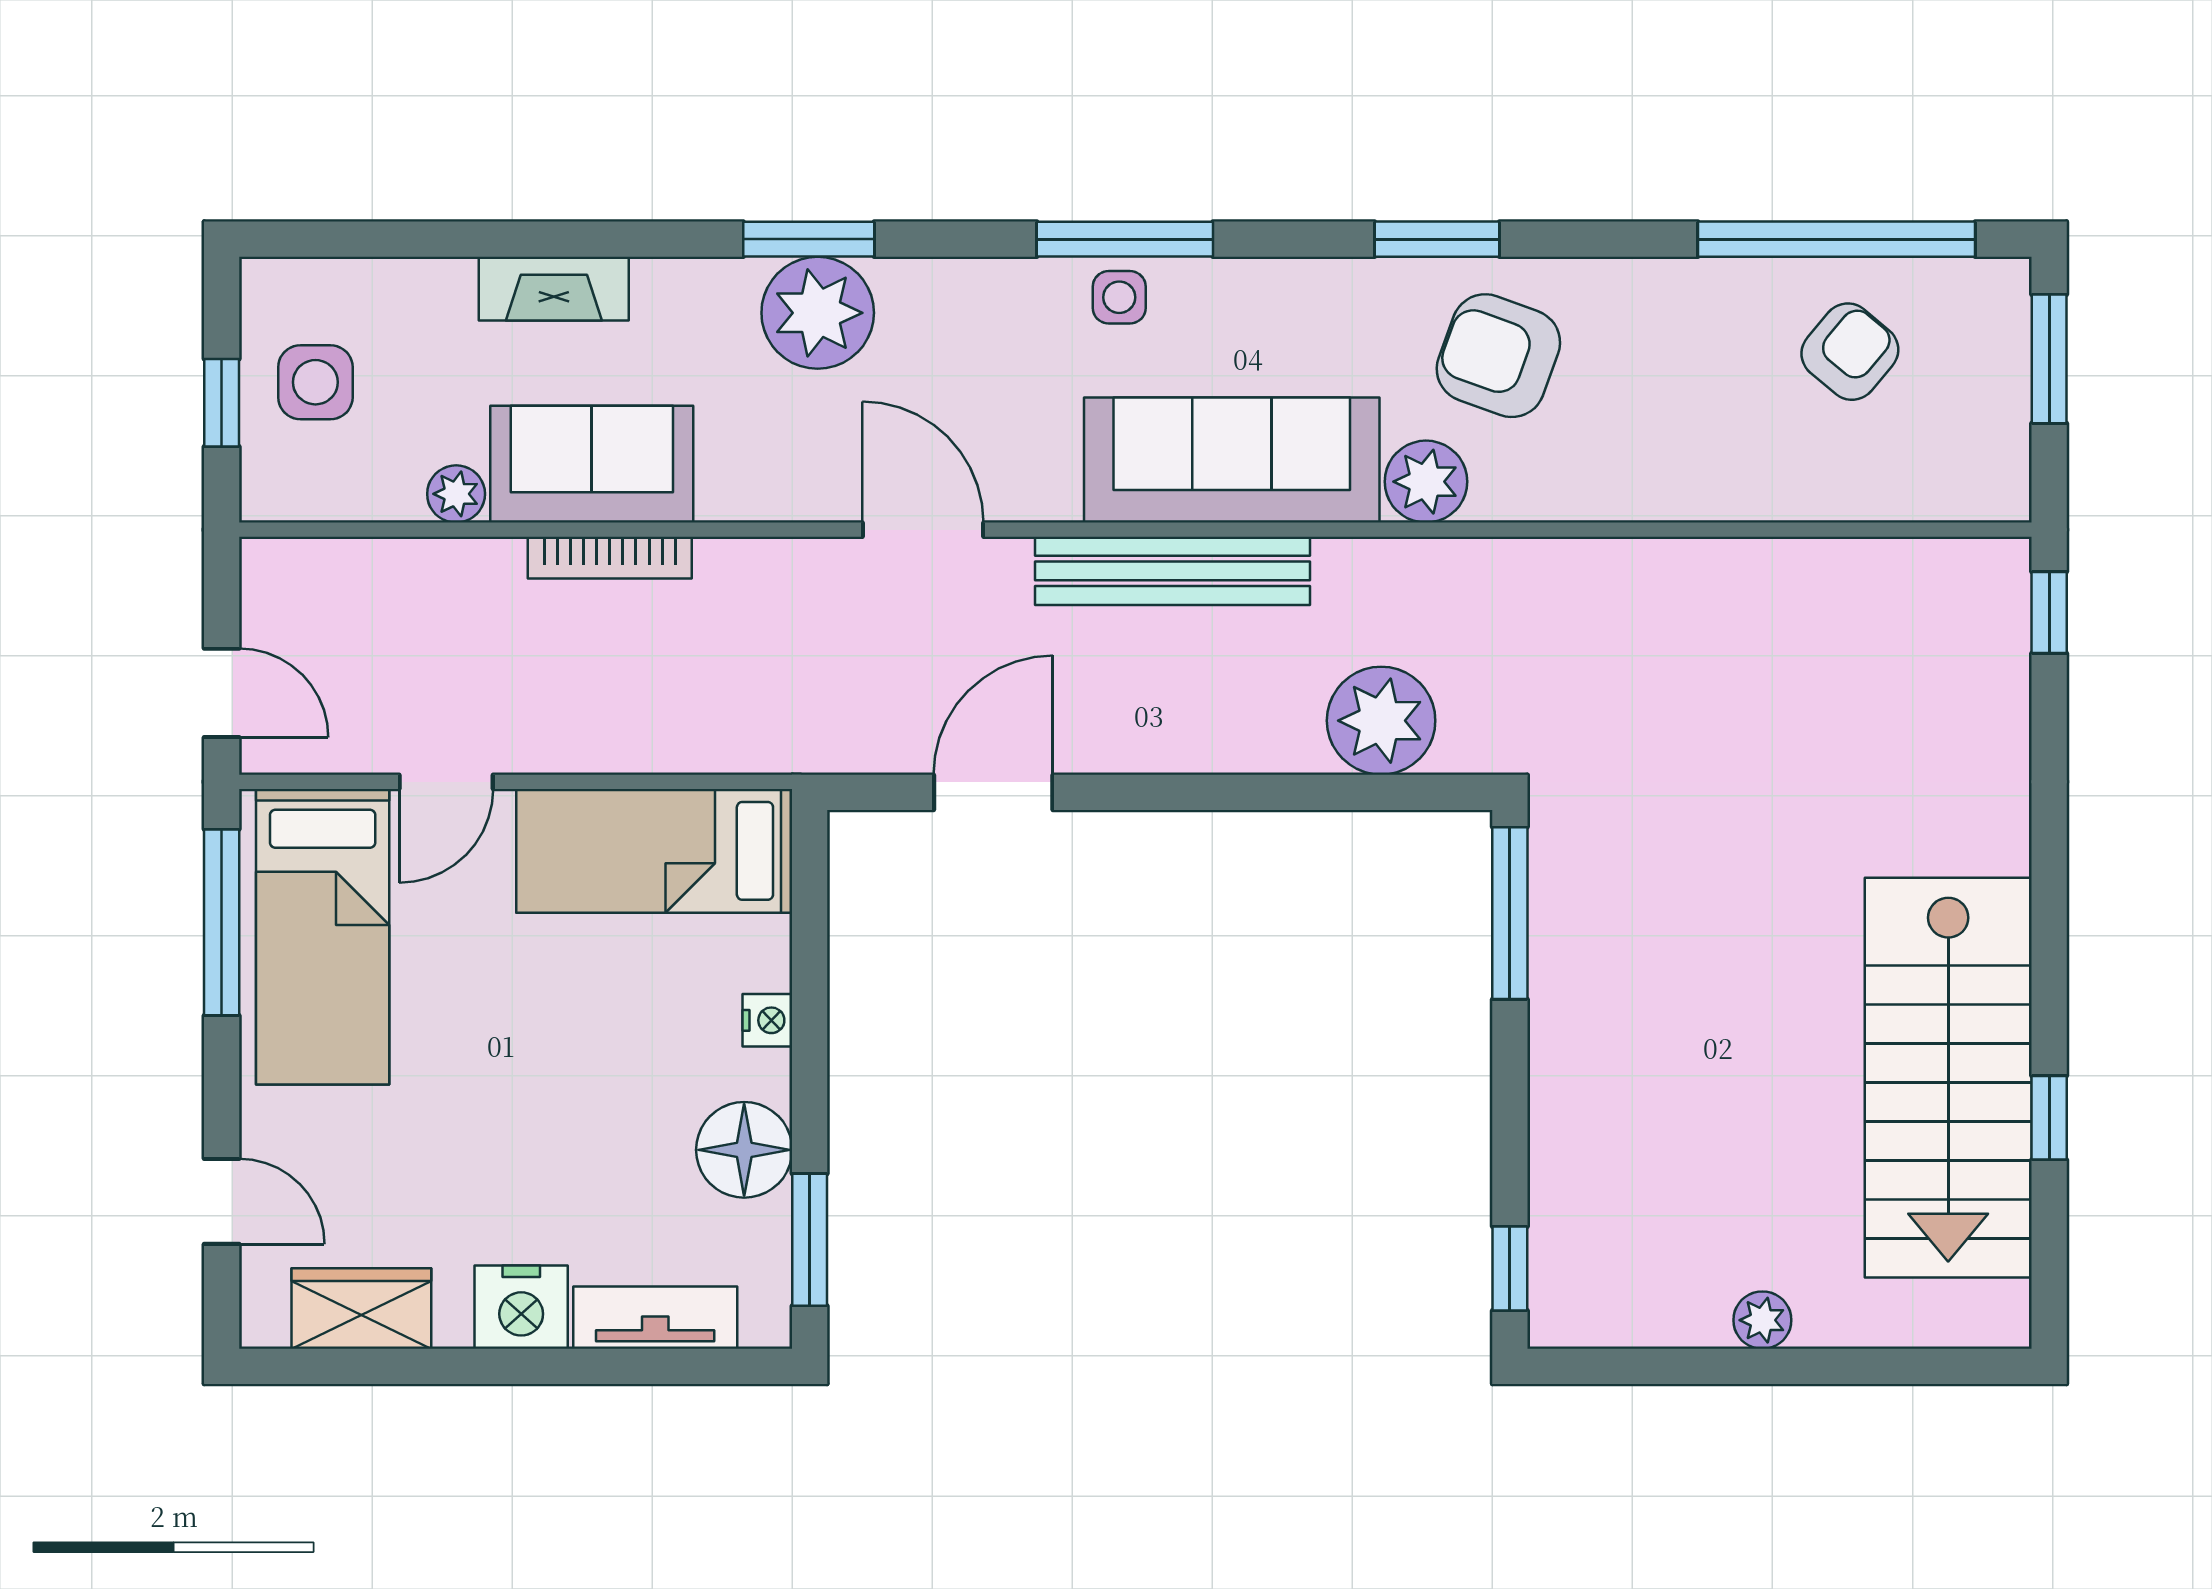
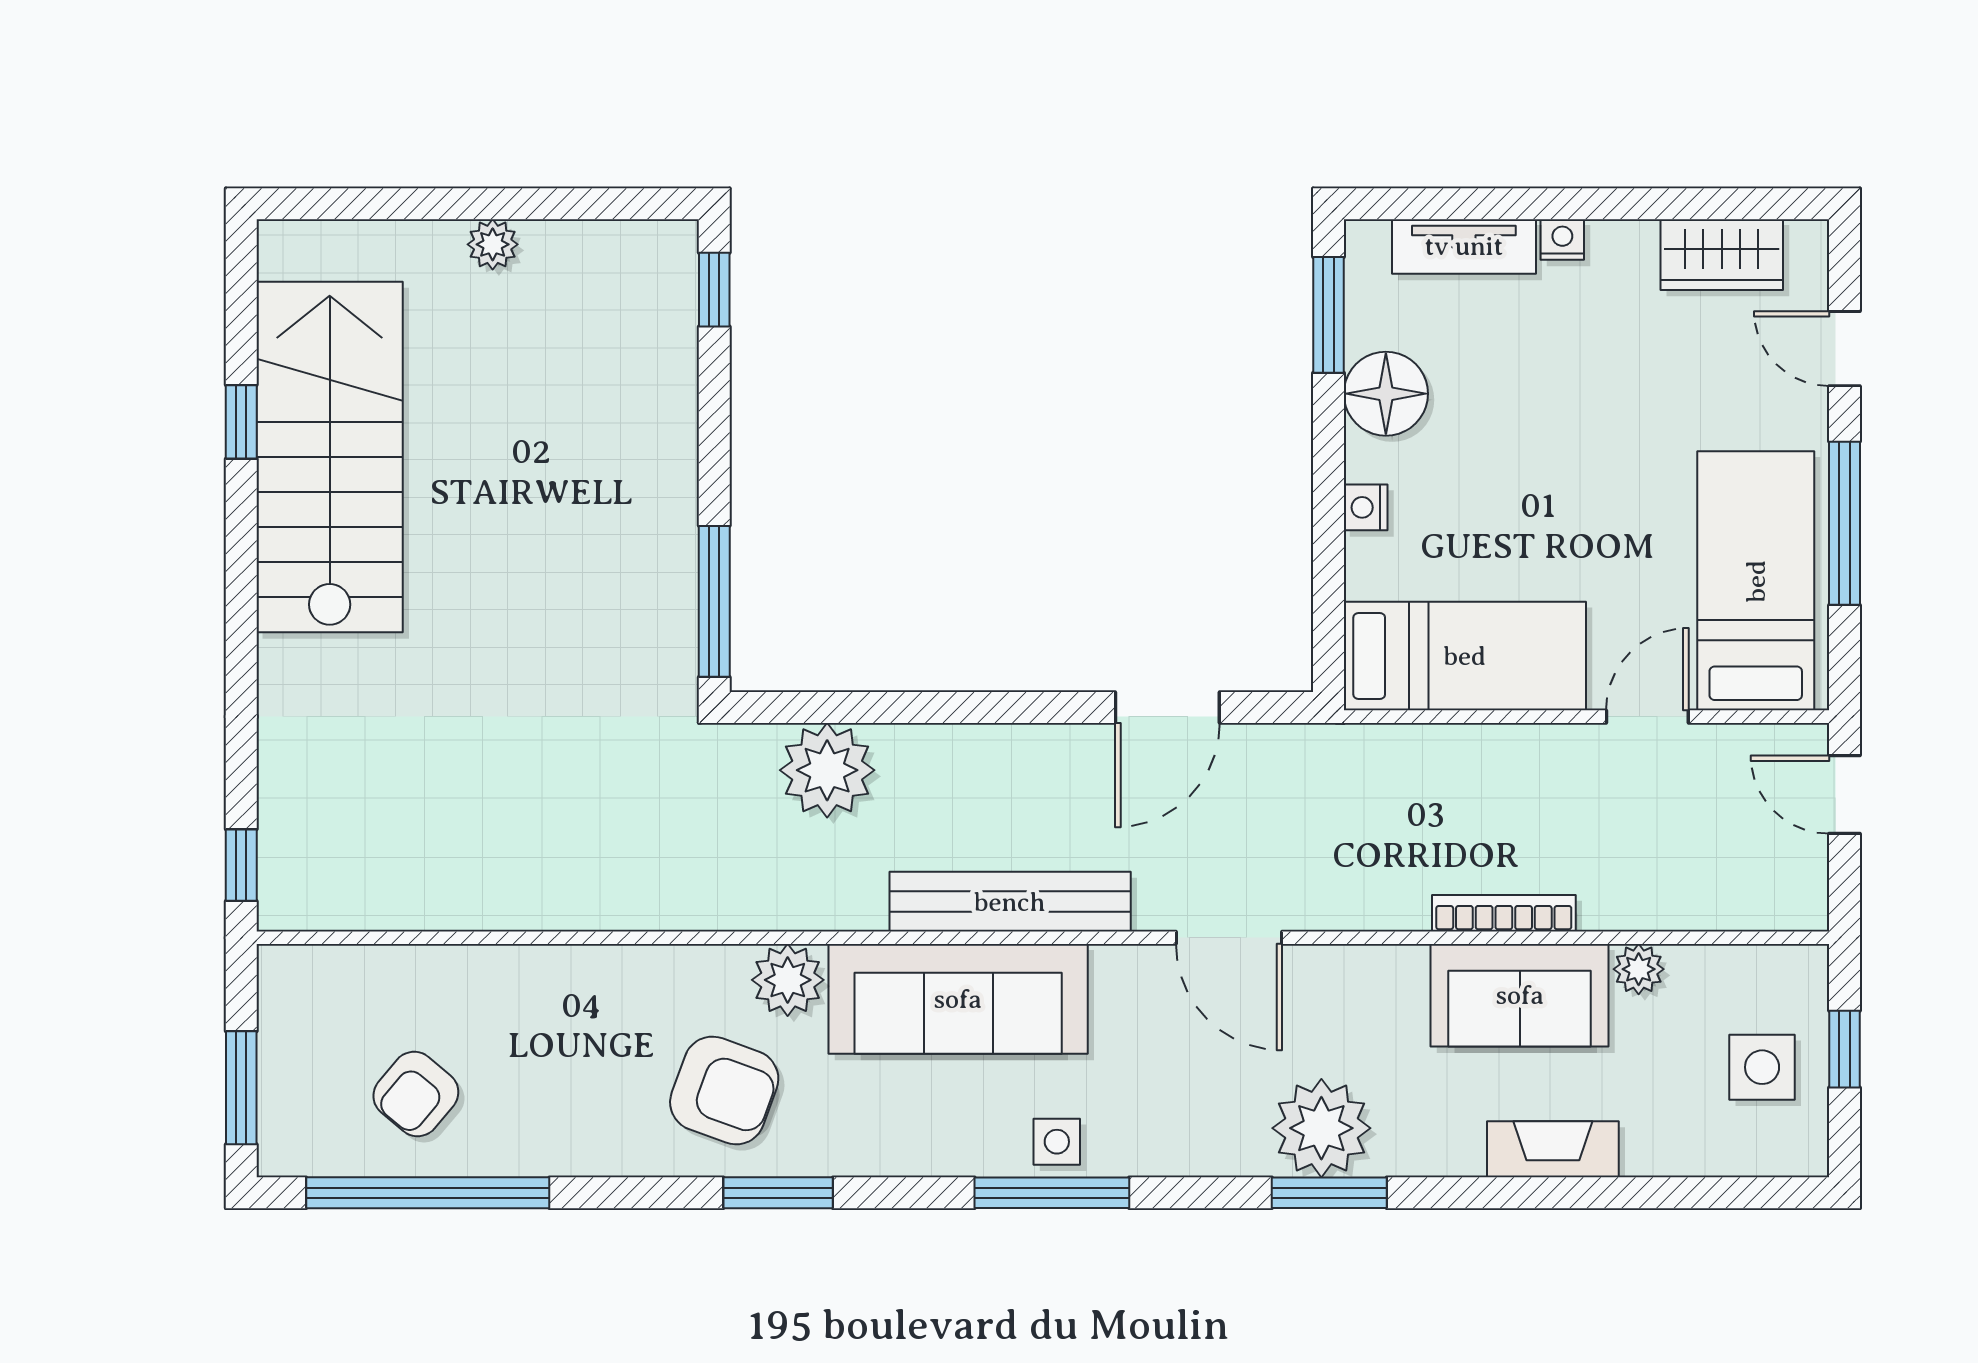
window: (222, 922) -> (1844, 523), moved
nightstand: (521, 1307) -> (1562, 239), width x0.53, depth x0.56

